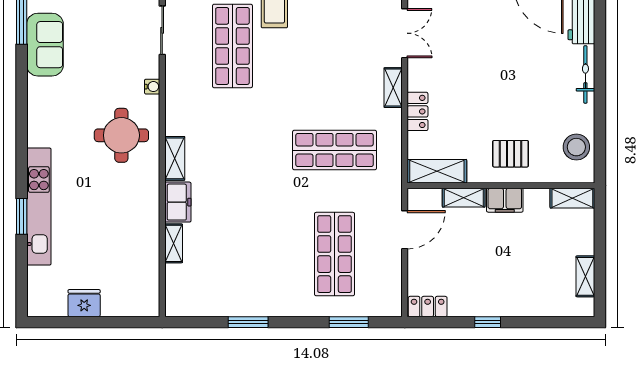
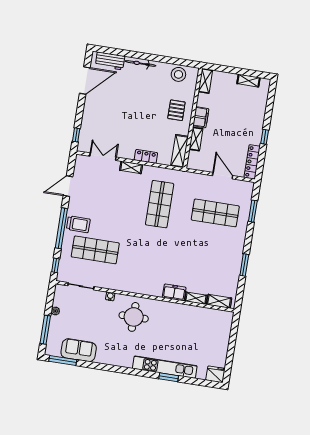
shelving: (175, 158) -> (219, 301), moved
door: (405, 230) -> (223, 176), moved
fridge: (84, 303) -> (215, 374), moved, turned 90
locker: (428, 307) -> (252, 162), width x1.53

